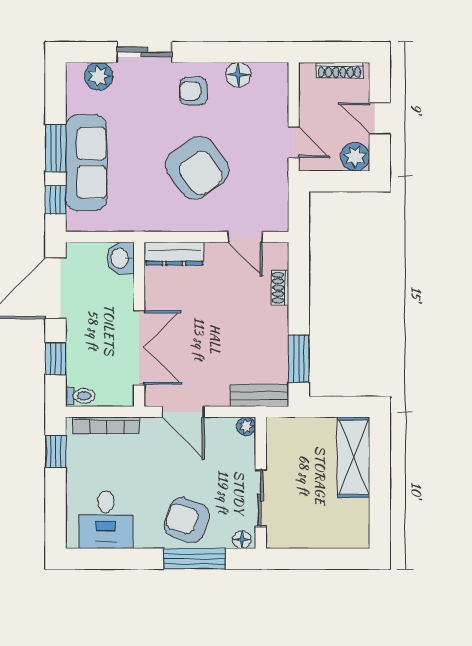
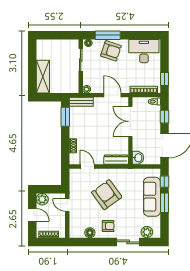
desk: (106, 520) -> (144, 51), width x1.37

